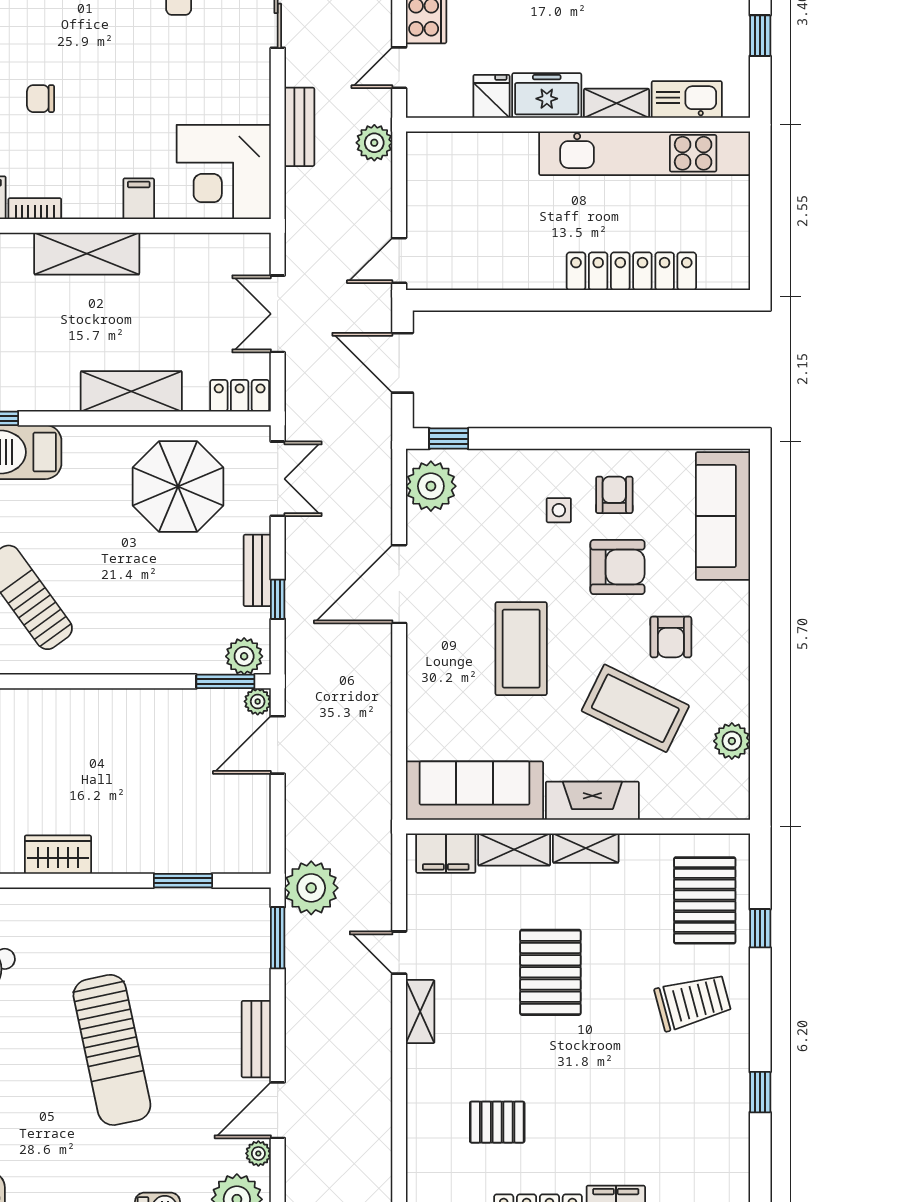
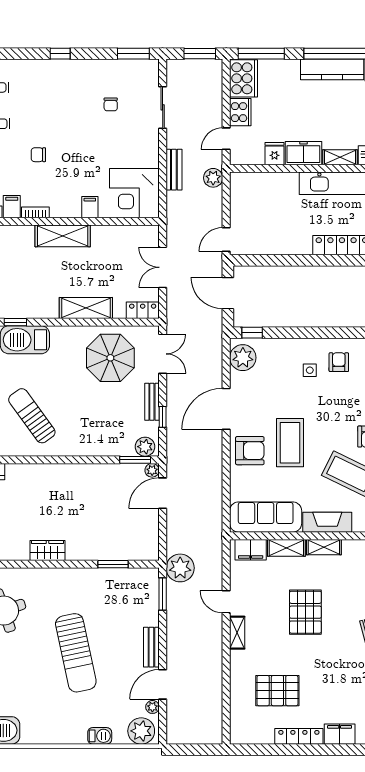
armchair: (618, 567) -> (250, 451), moved
pallet: (497, 1122) -> (277, 691), width x1.50, depth x1.42

